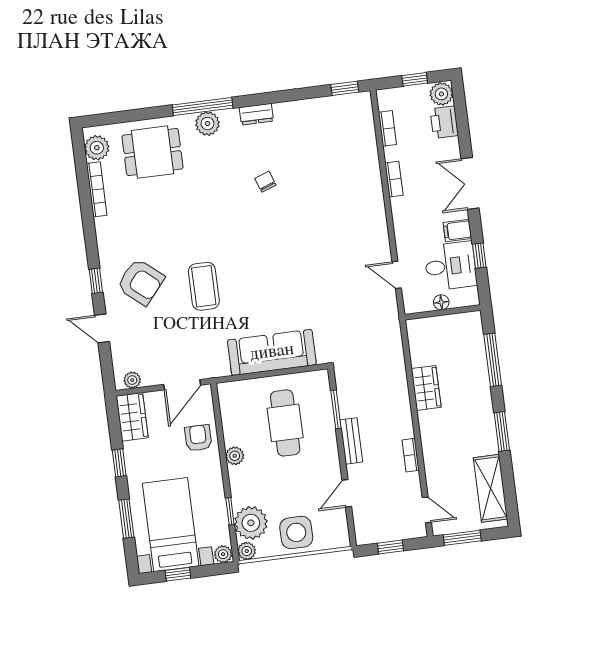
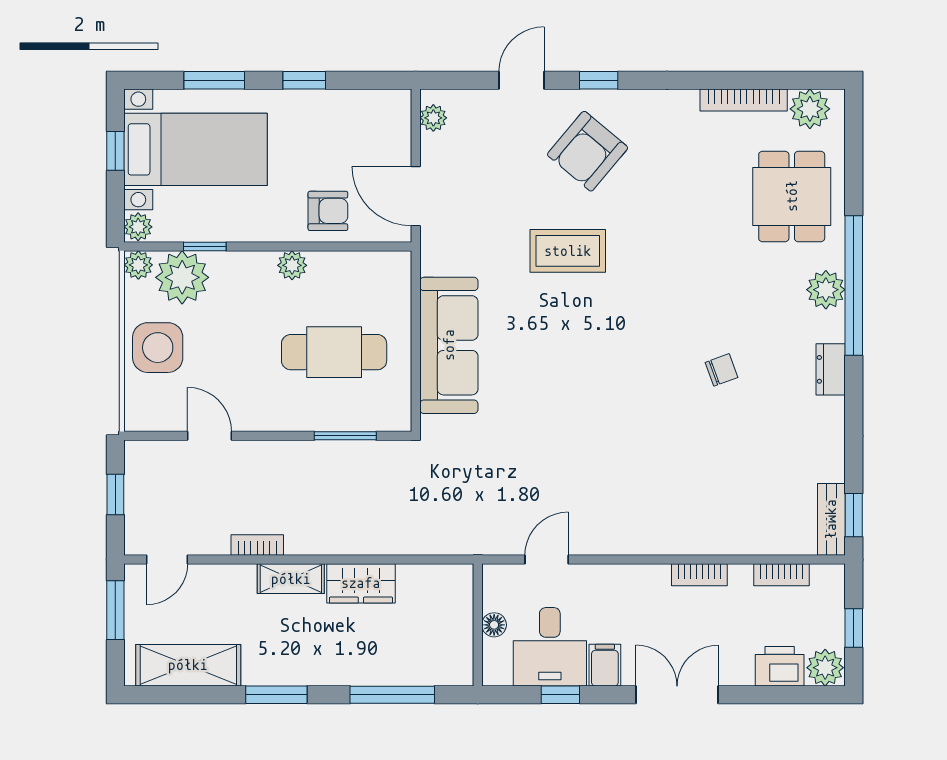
window: (203, 107) -> (854, 285), width x1.46
wardrobe: (132, 417) -> (375, 110), removed
shelving: (429, 432) -> (291, 579), added
bench: (351, 441) -> (831, 519), moved, turned 90

